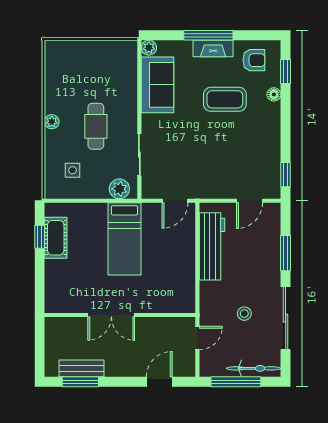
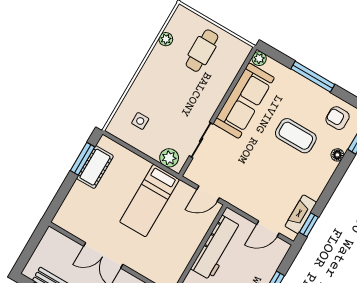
fireplace: (213, 49) -> (301, 214), moved, turned 90
armchair: (254, 60) -> (338, 118), turned 180
sofa: (157, 85) -> (244, 101), width x1.36
plant: (52, 122) -> (166, 39), moved
cafe table: (96, 126) -> (202, 51), moved
window: (40, 237) -> (83, 159), width x1.50

